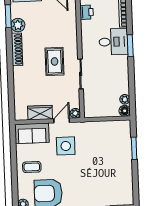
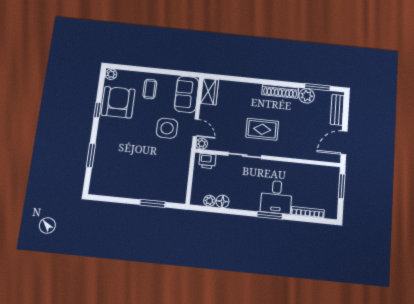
printer: (87, 12) -> (207, 161), moved
floor lamp: (125, 111) -> (223, 201), moved
wardrobe: (40, 113) -> (210, 92), moved

